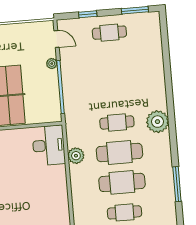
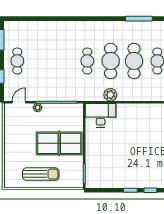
plant: (158, 122) -> (89, 30), removed

